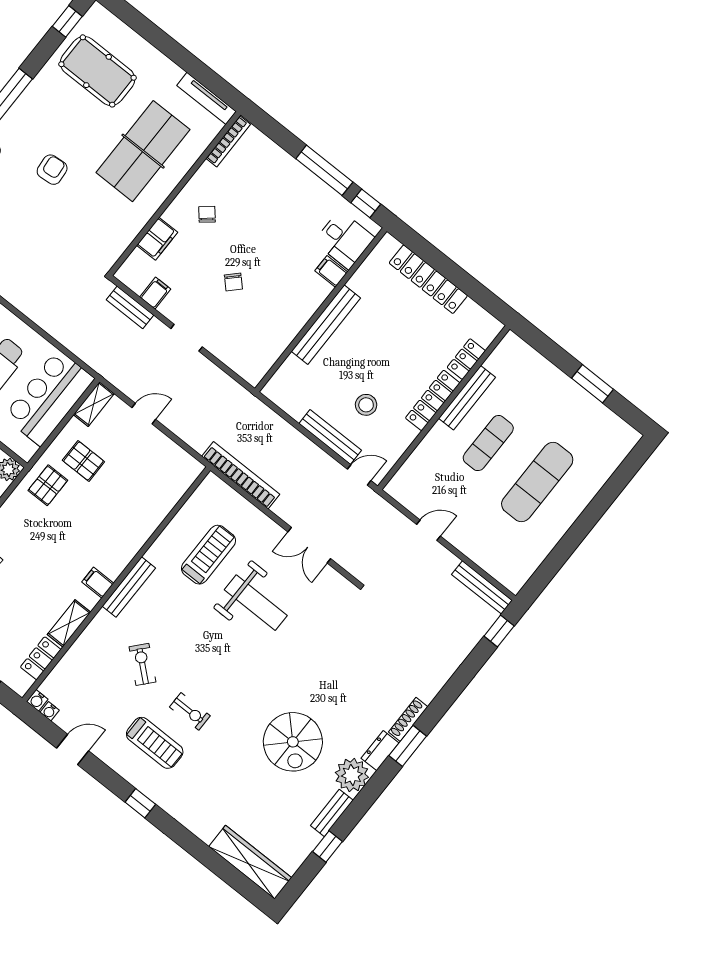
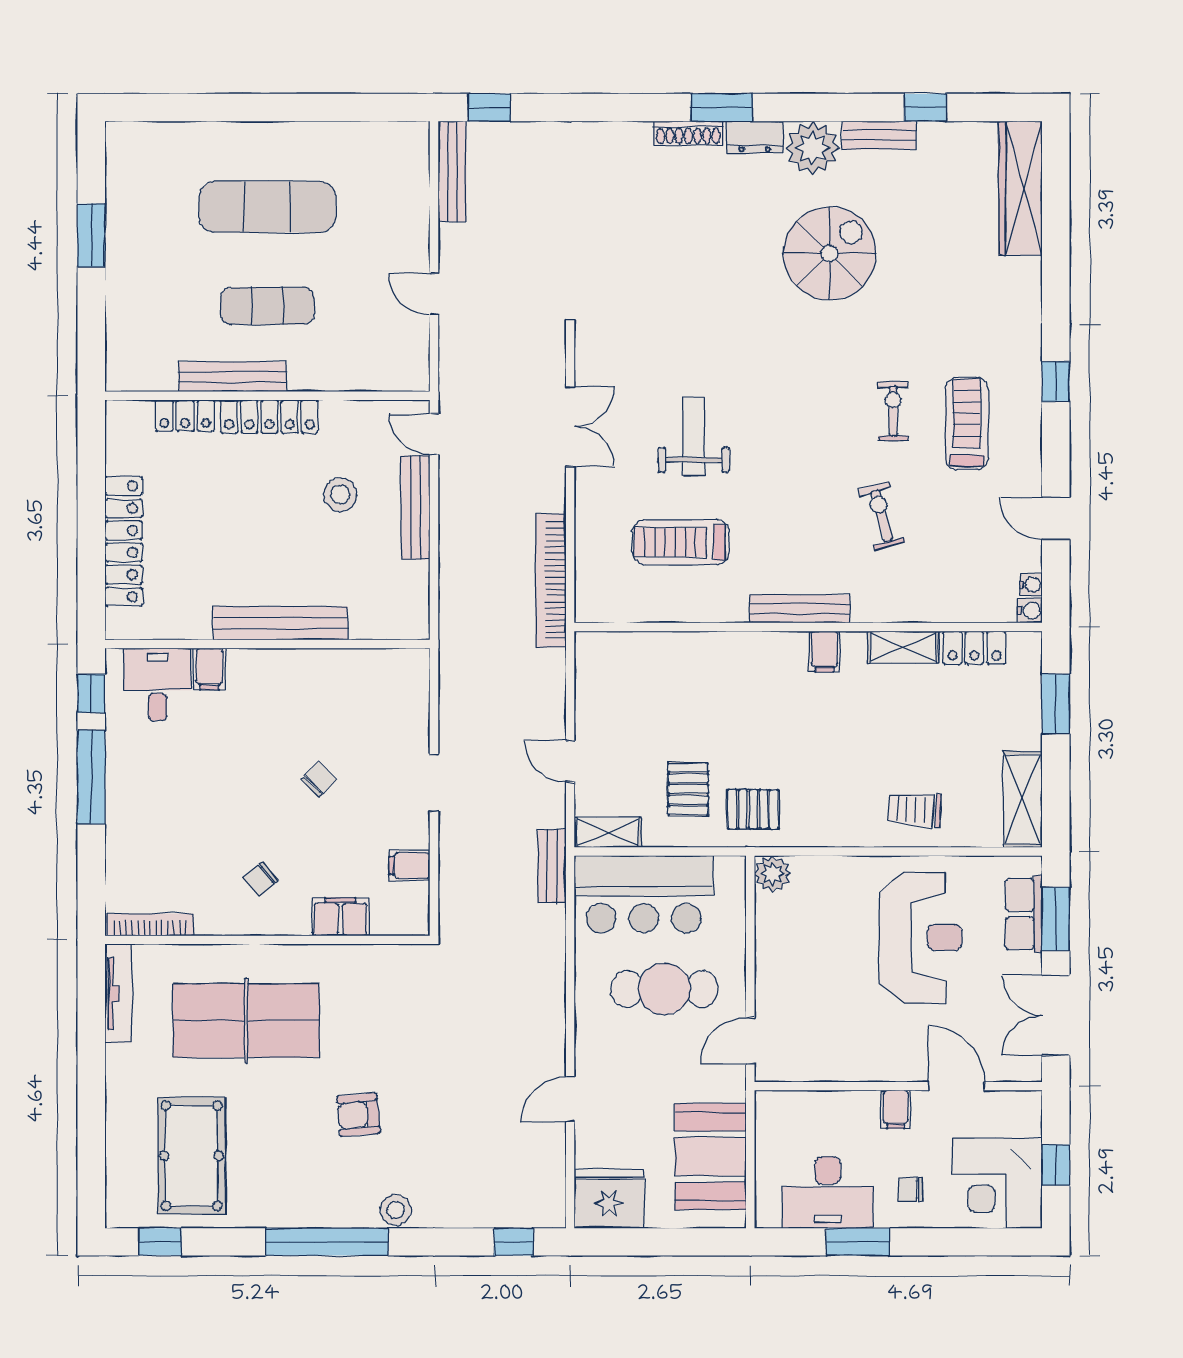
bench: (130, 307) -> (552, 866), moved
weight bench: (256, 603) -> (694, 436), width x0.73, depth x0.75
exercise bike: (142, 664) -> (882, 516), turned 124

